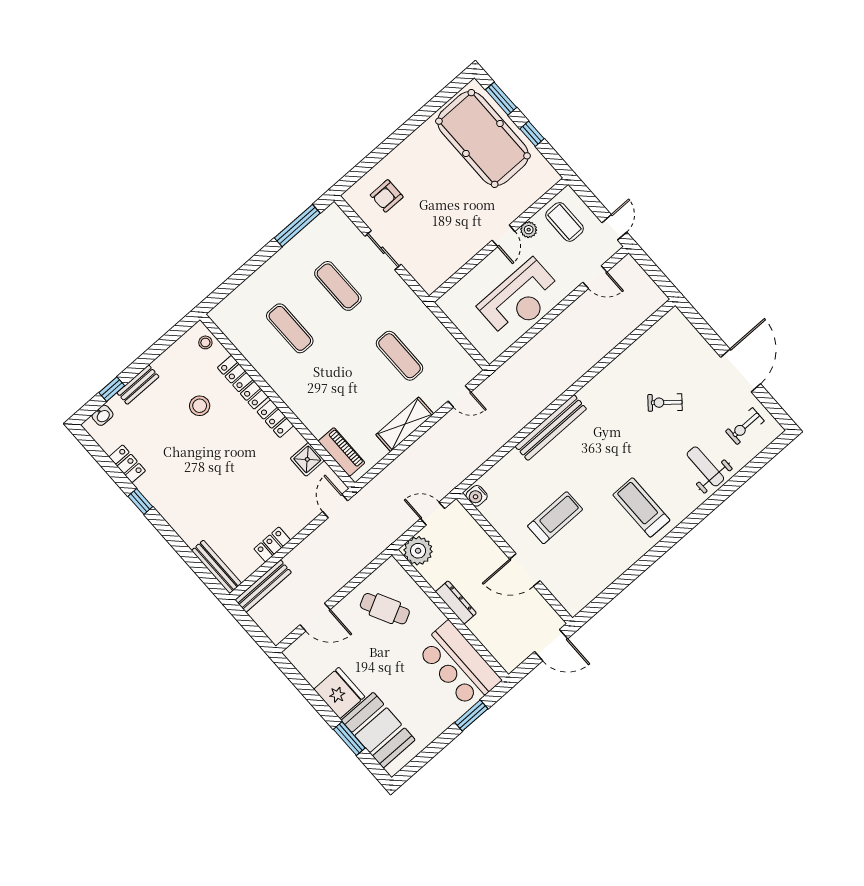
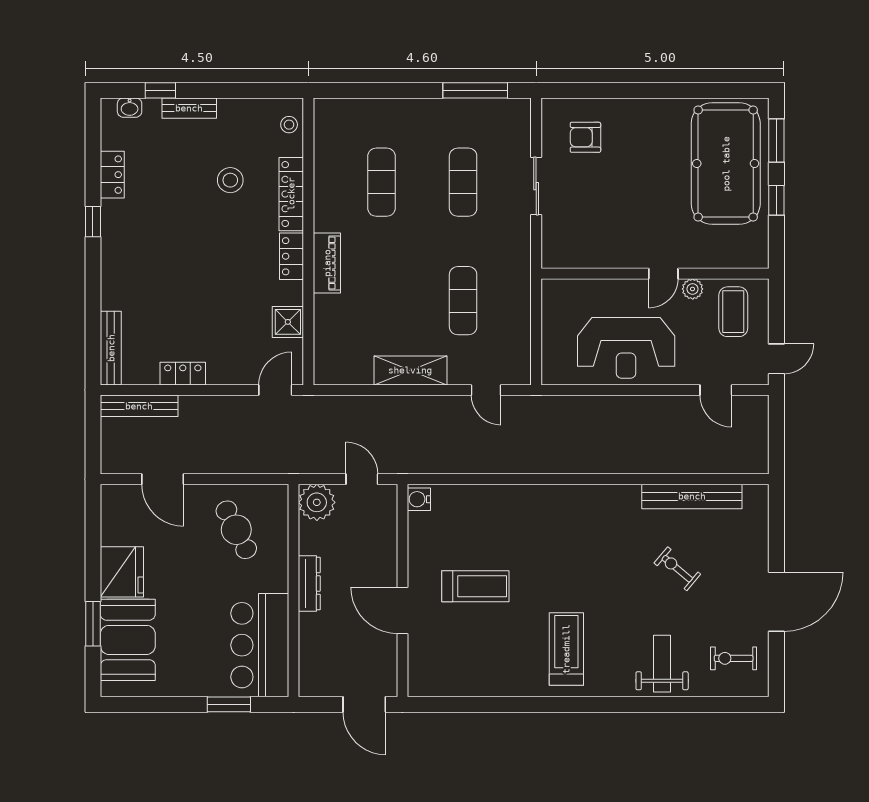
bench: (551, 428) -> (692, 496), moved
piano: (341, 452) -> (327, 263), moved

